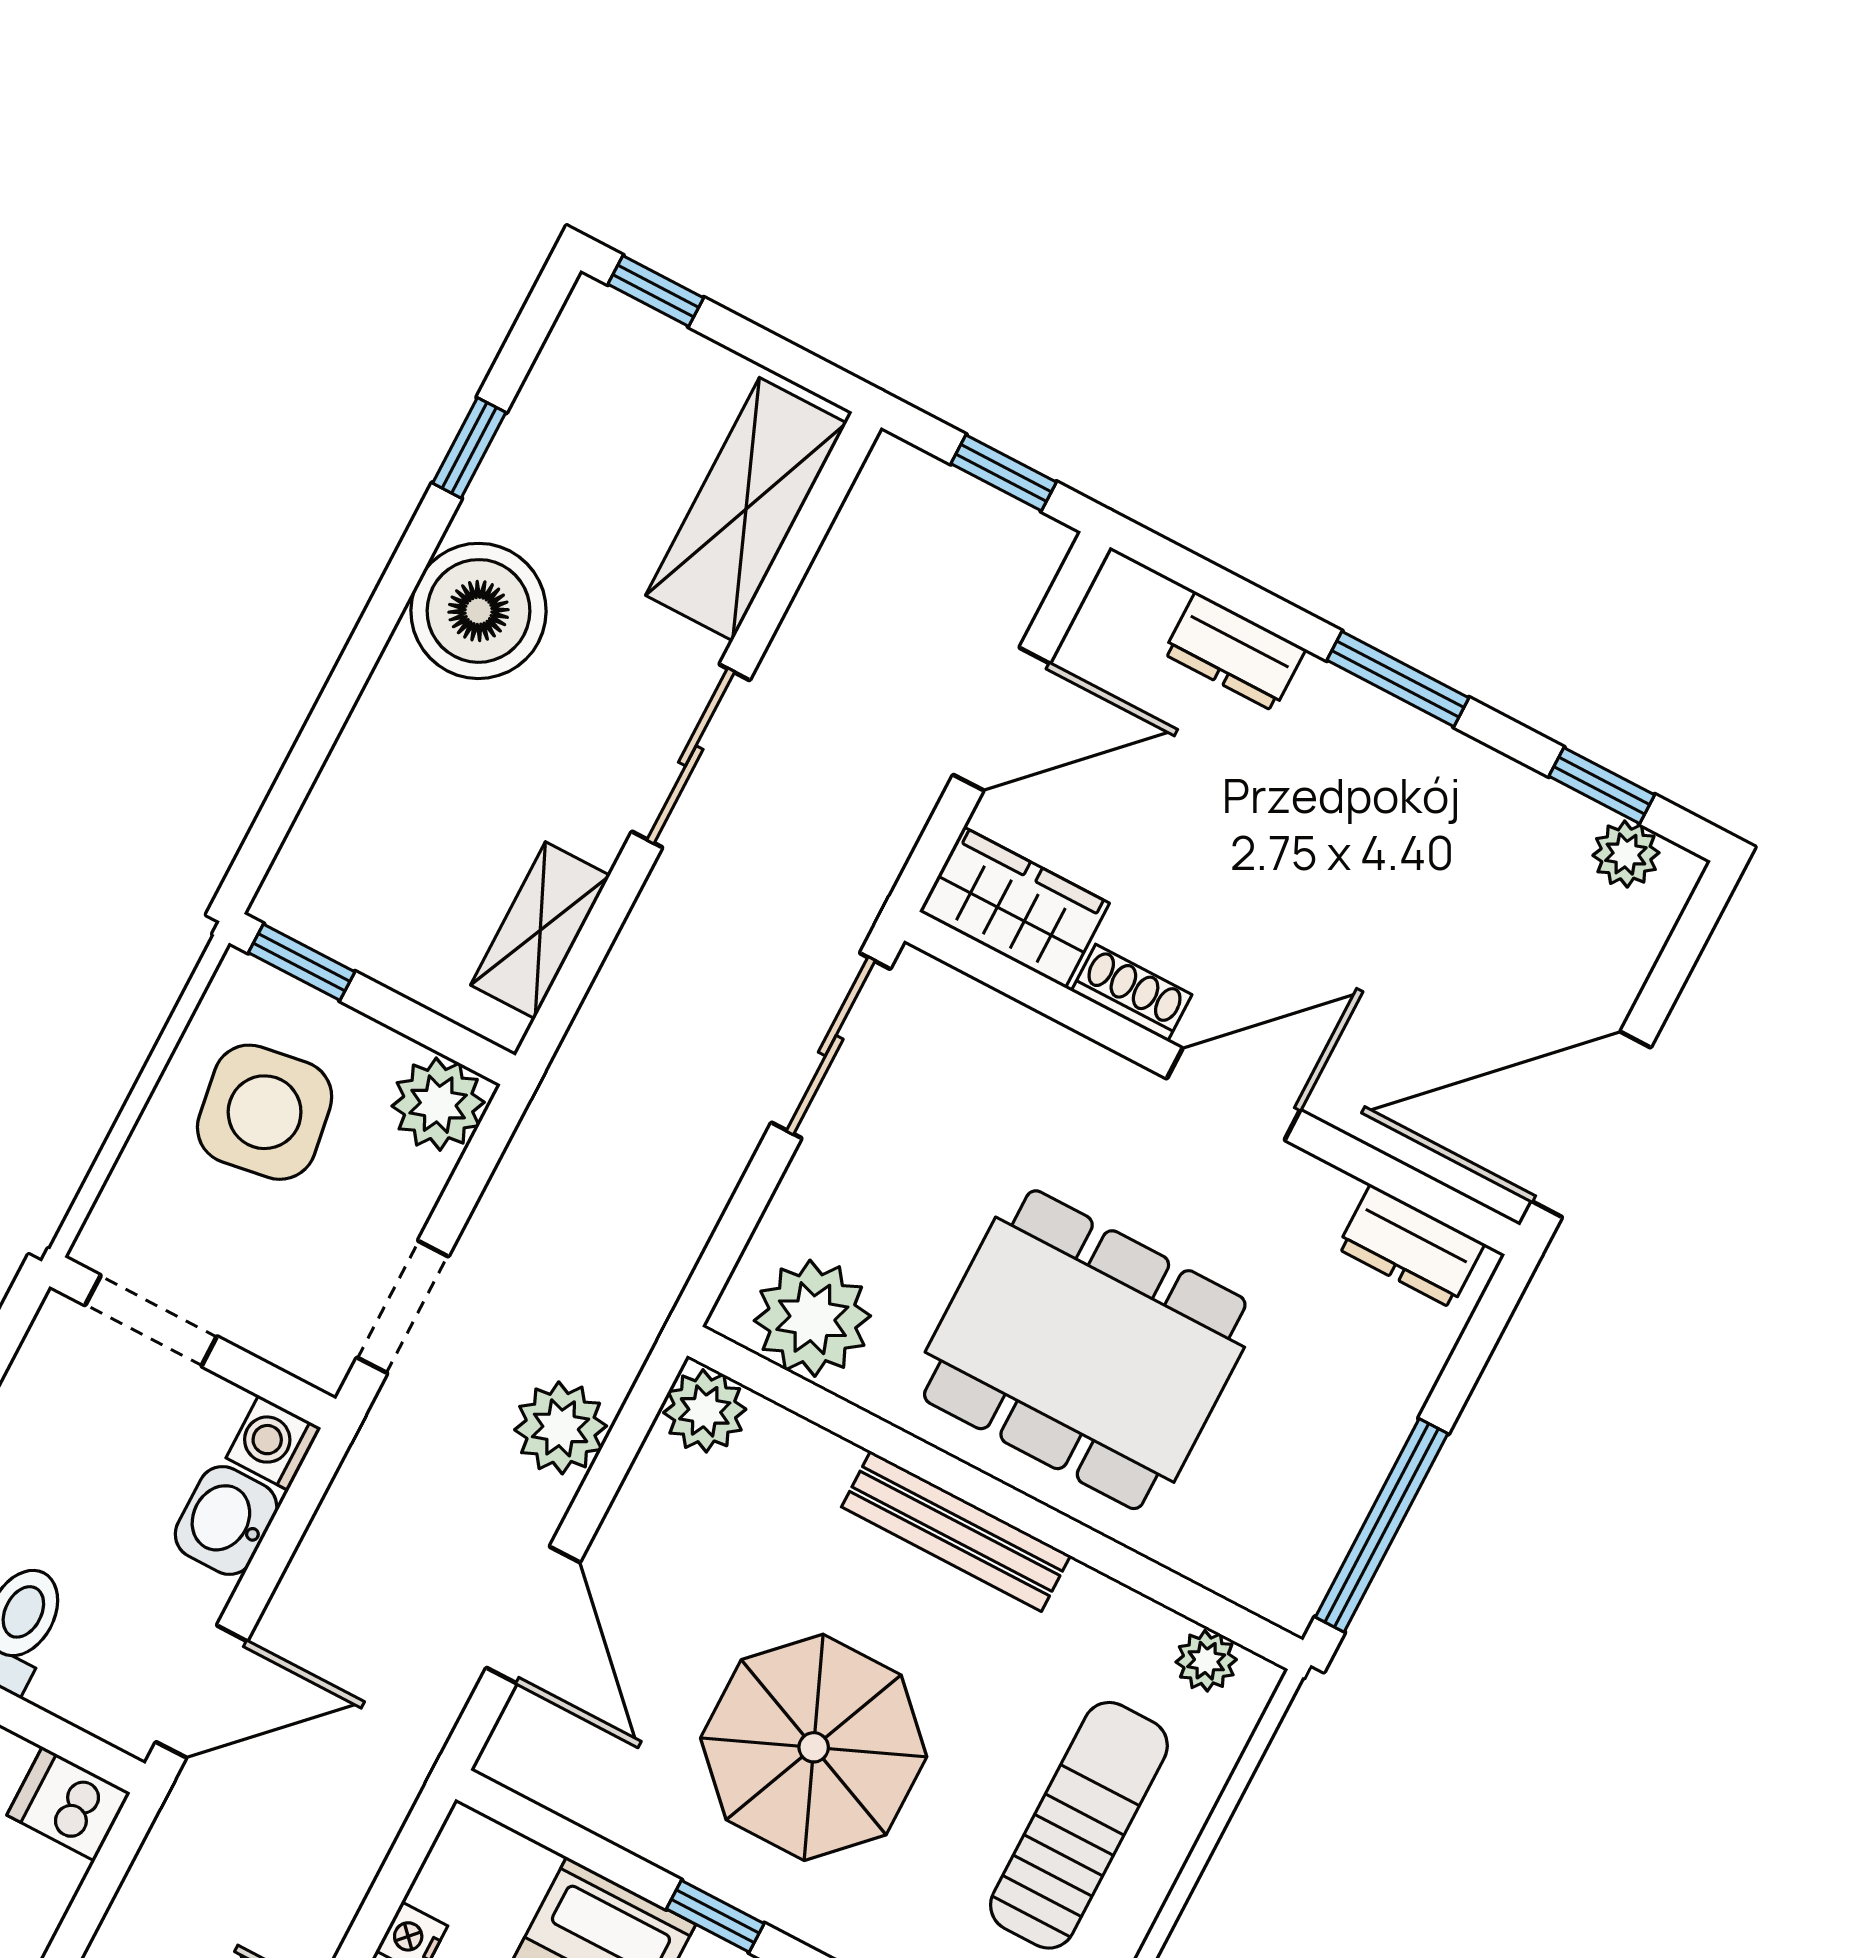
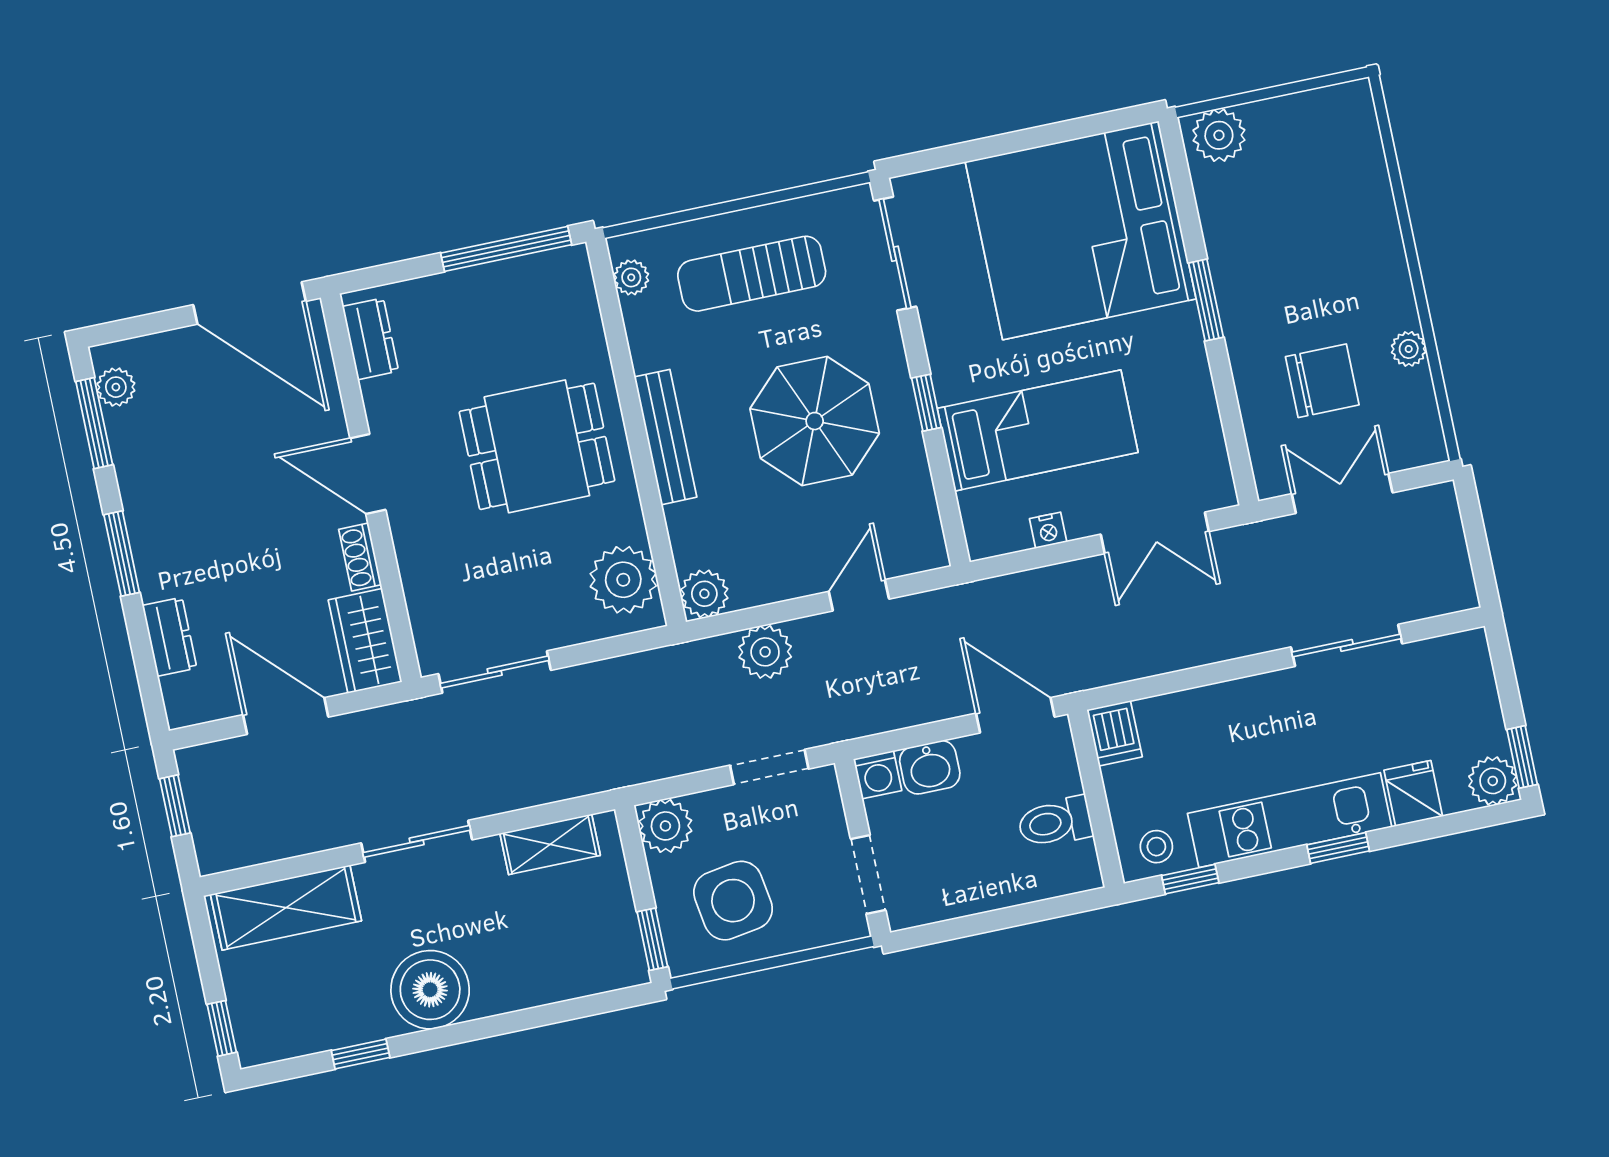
window: (1602, 786) -> (94, 423), width x1.50
dining table: (1085, 1350) -> (537, 446), width x0.73
door: (533, 1615) -> (859, 595), width x0.73

